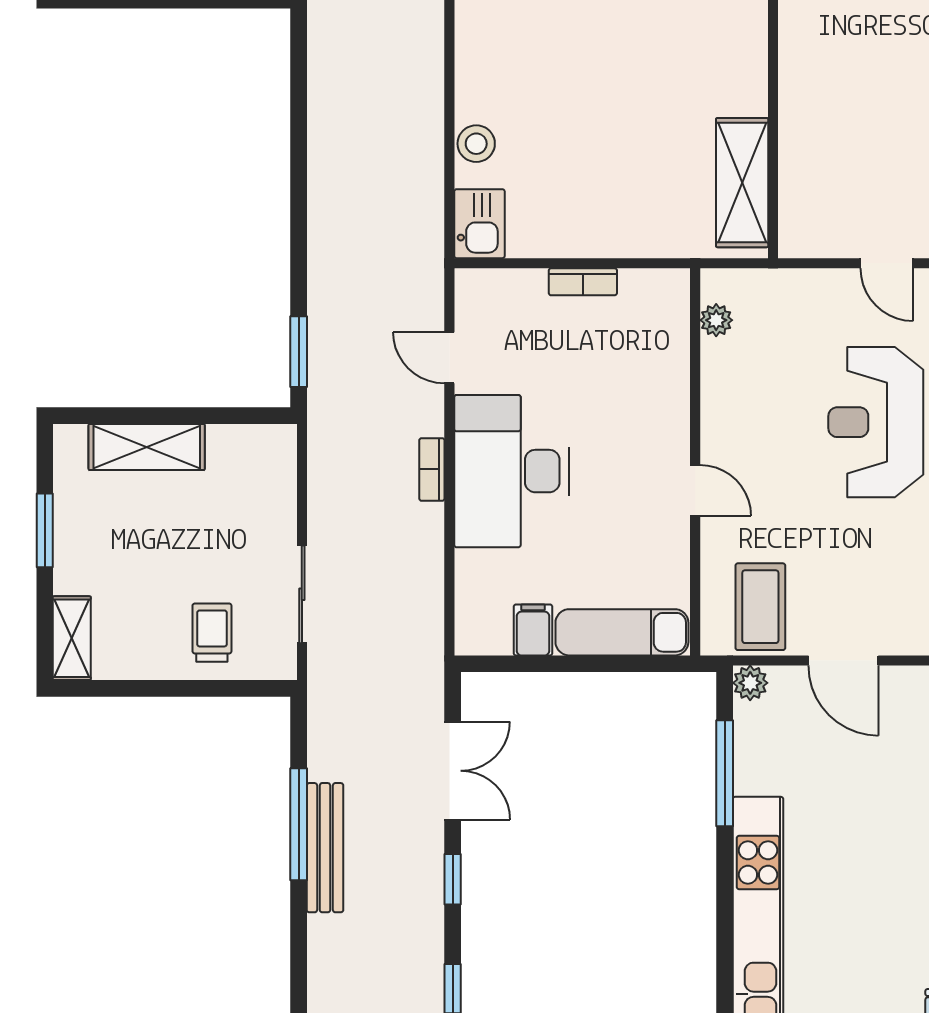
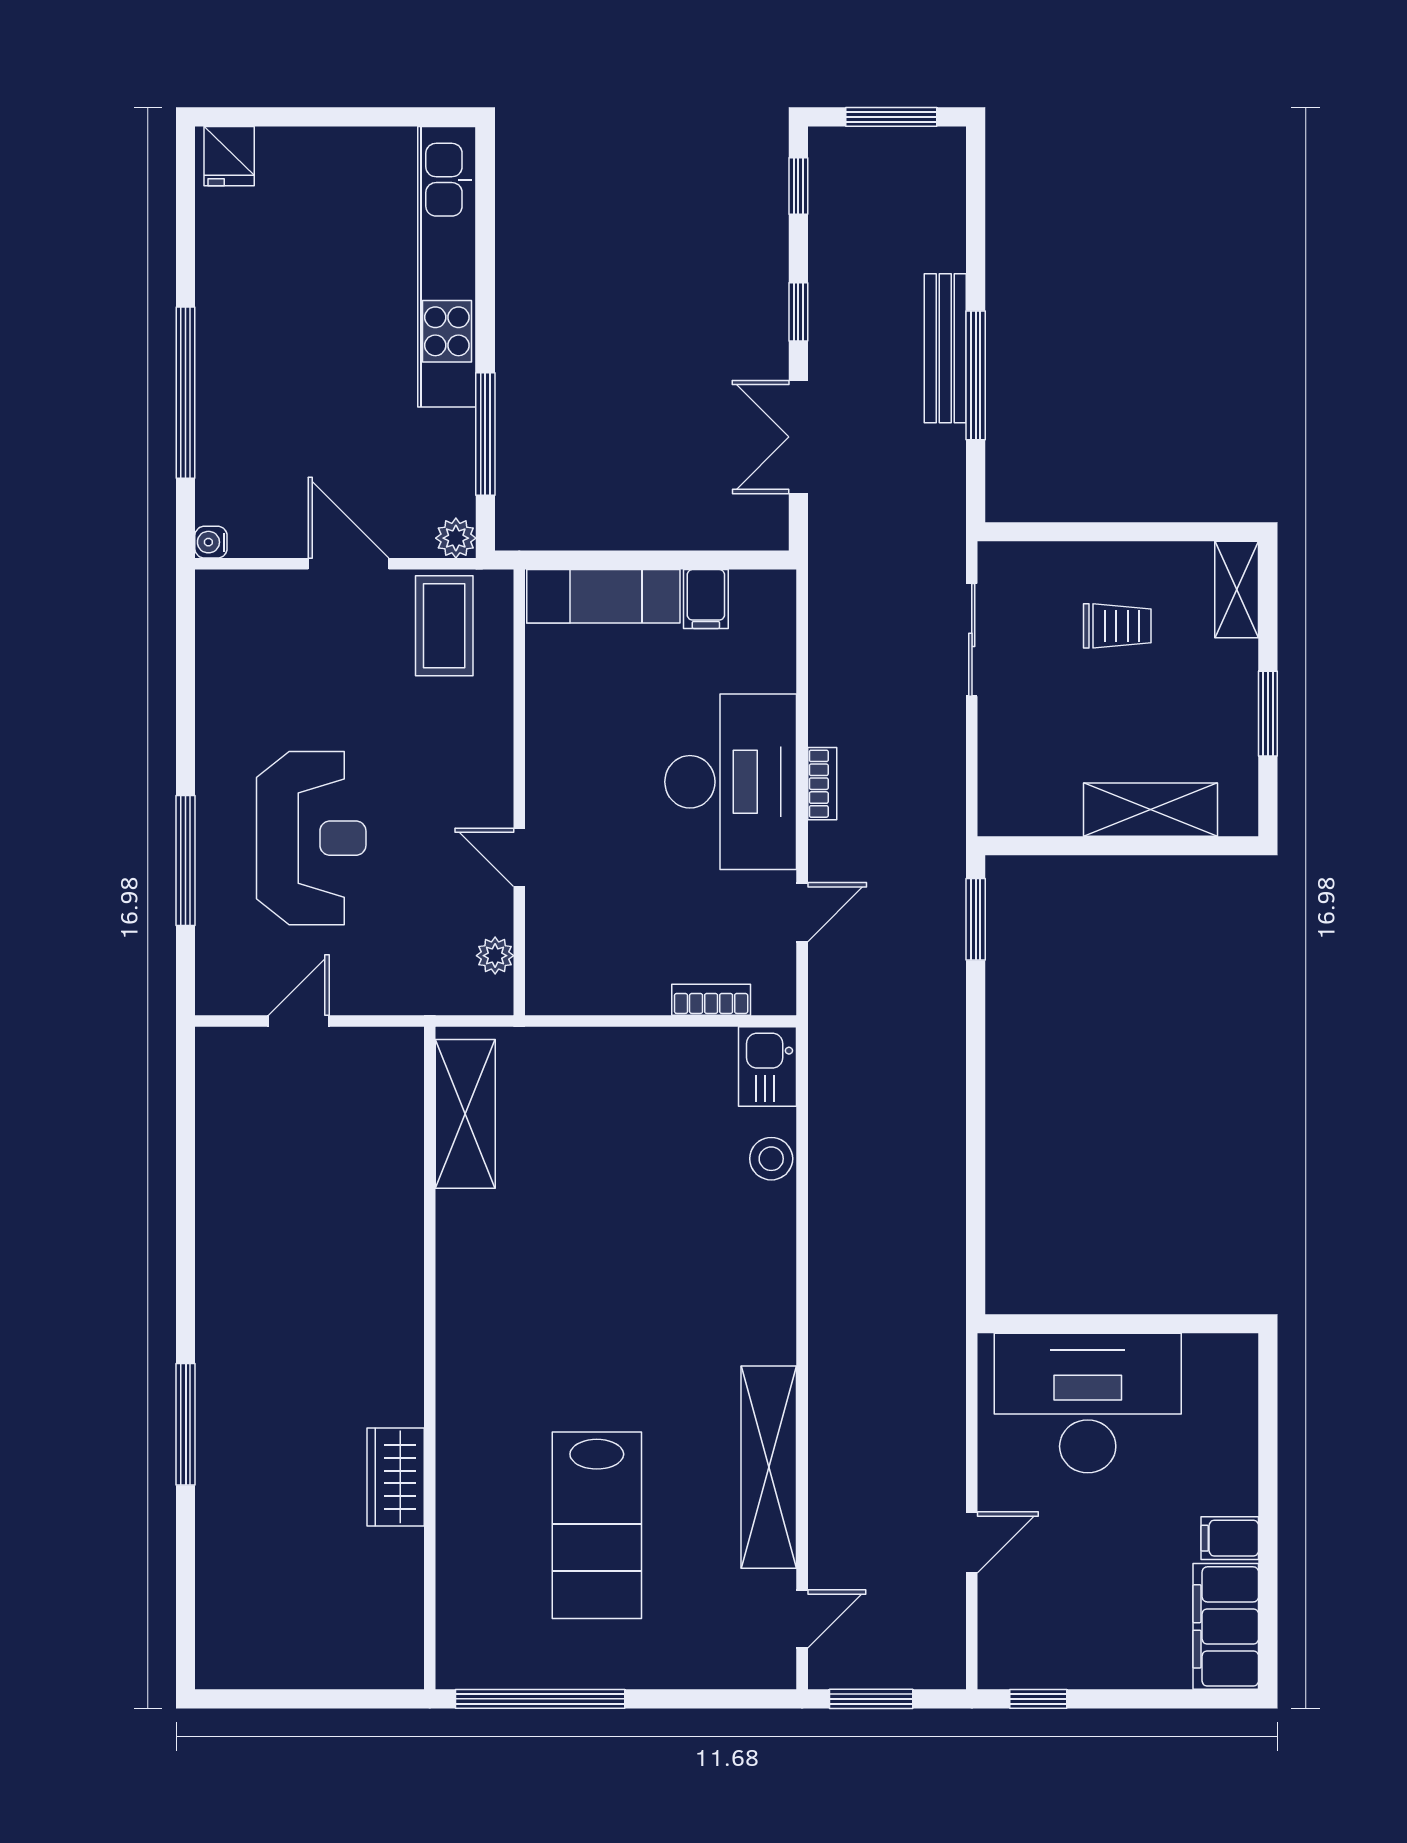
door: (887, 263) -> (299, 1021), hinge flipped
bookcase: (583, 282) -> (711, 1000), moved
door: (449, 358) -> (802, 912), hinge flipped
door: (695, 490) -> (519, 857), moved
trolley: (212, 633) -> (1117, 626), moved, turned -90

